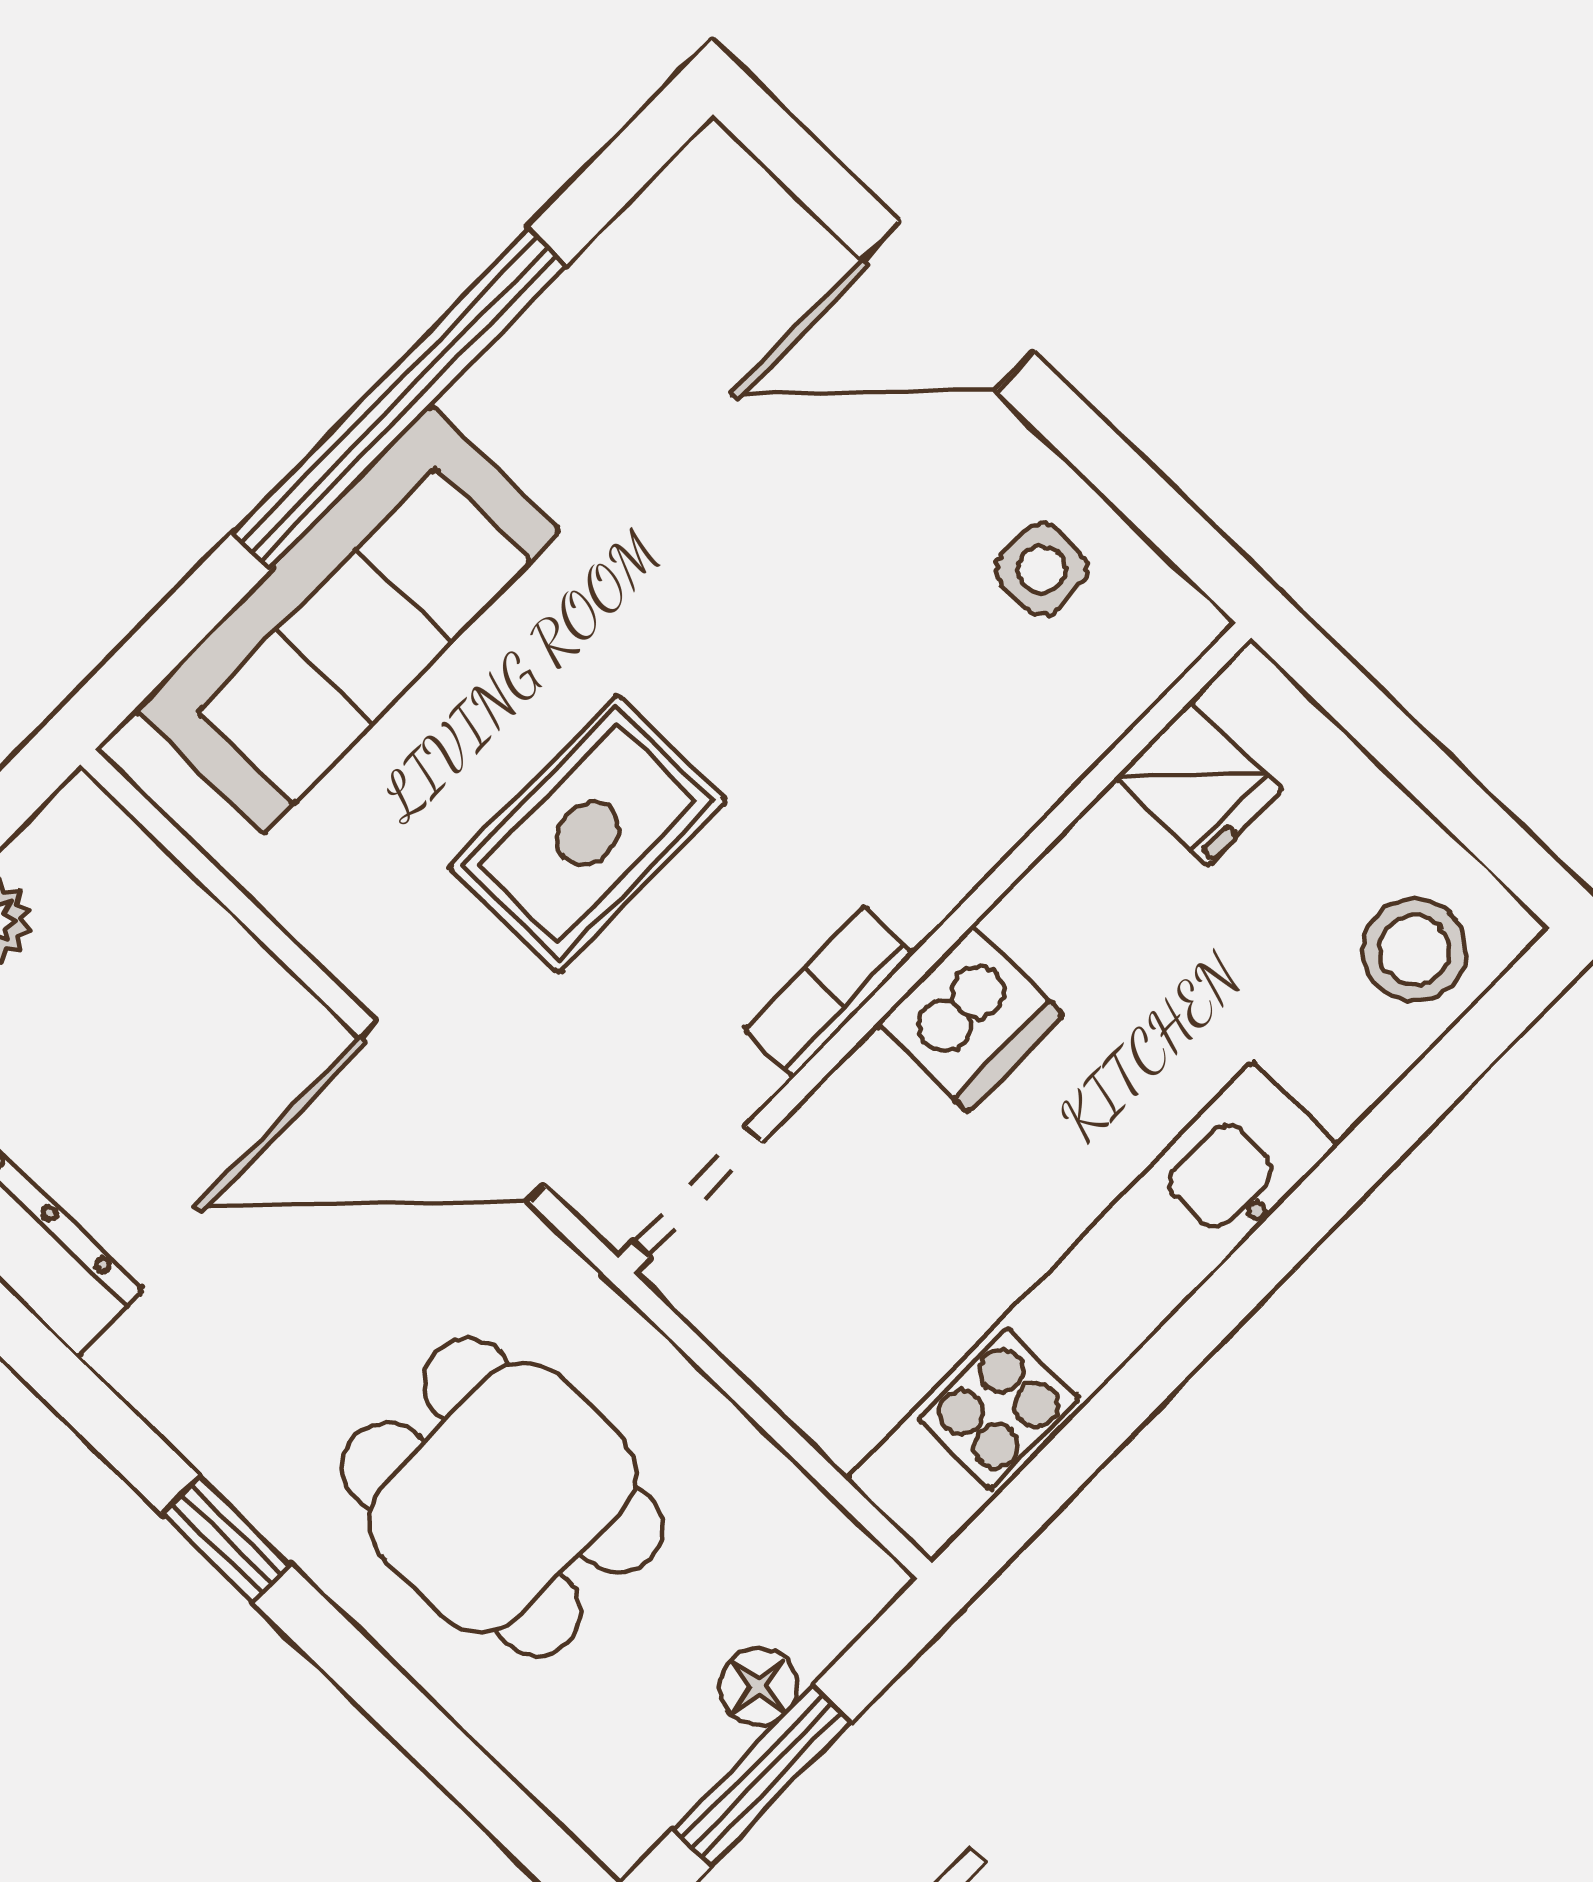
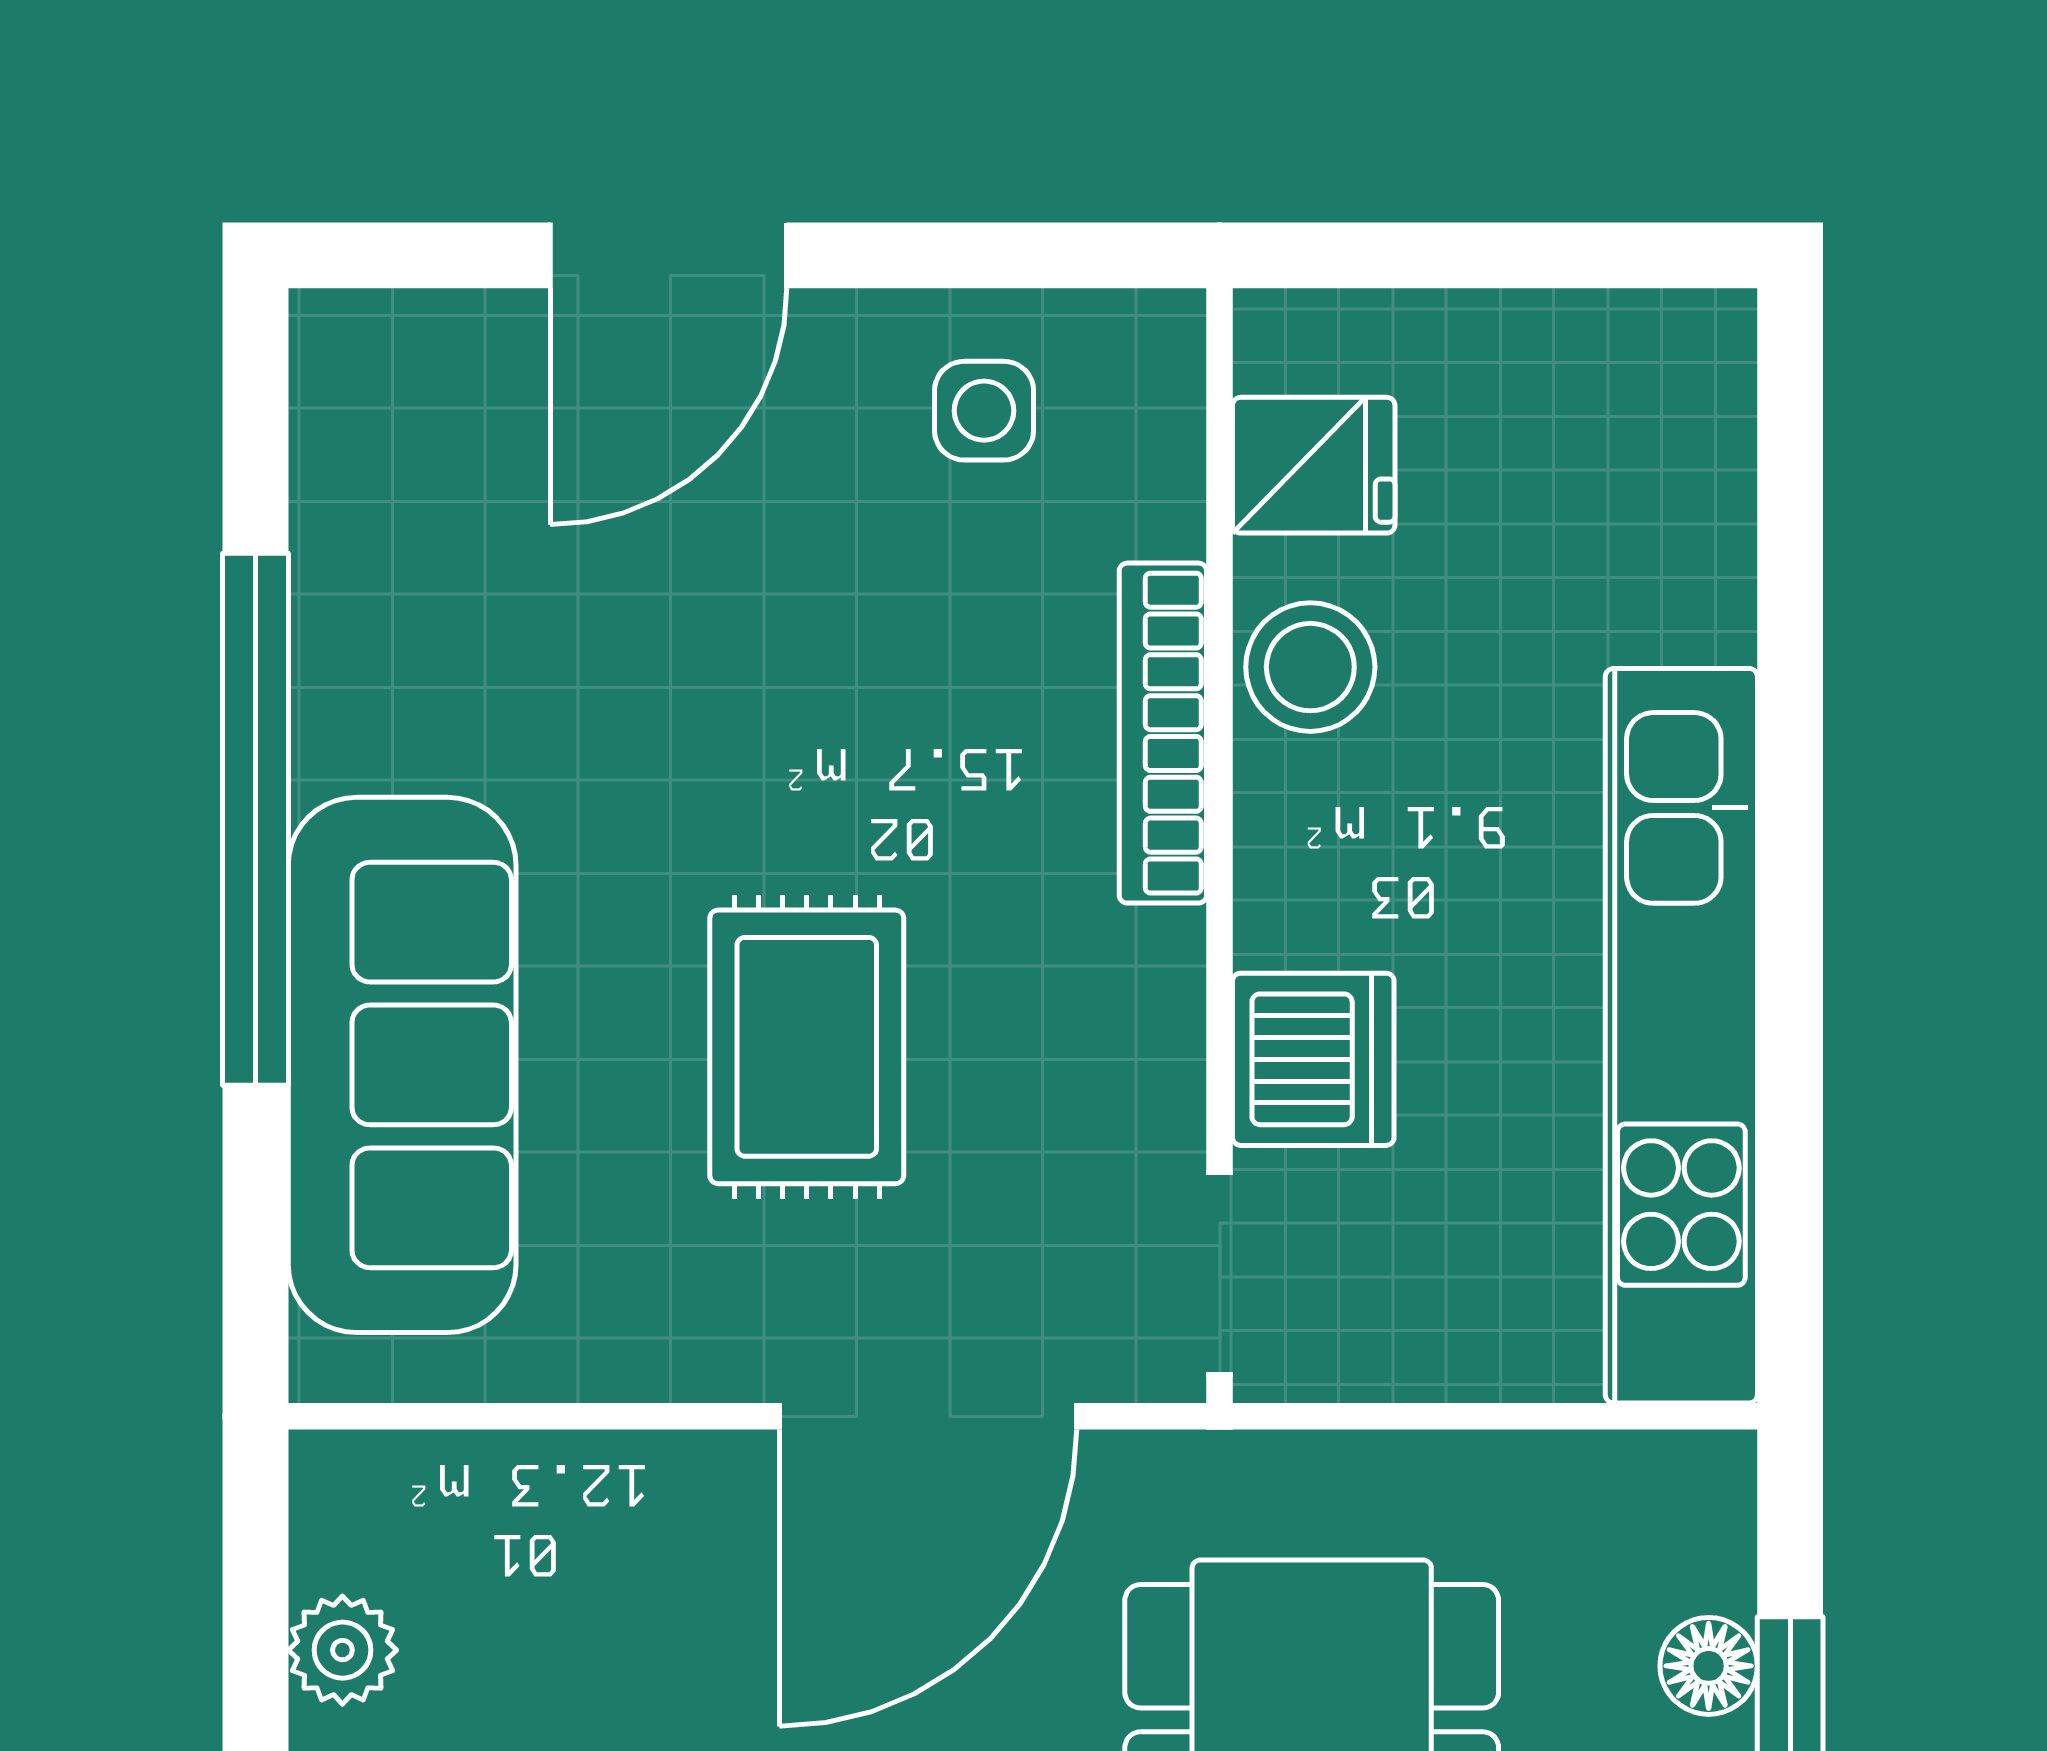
stool: (1414, 950) -> (1310, 667), moved
bookcase: (829, 992) -> (1163, 733), moved, width x1.56
dishwasher: (970, 1019) -> (1313, 1059), moved

